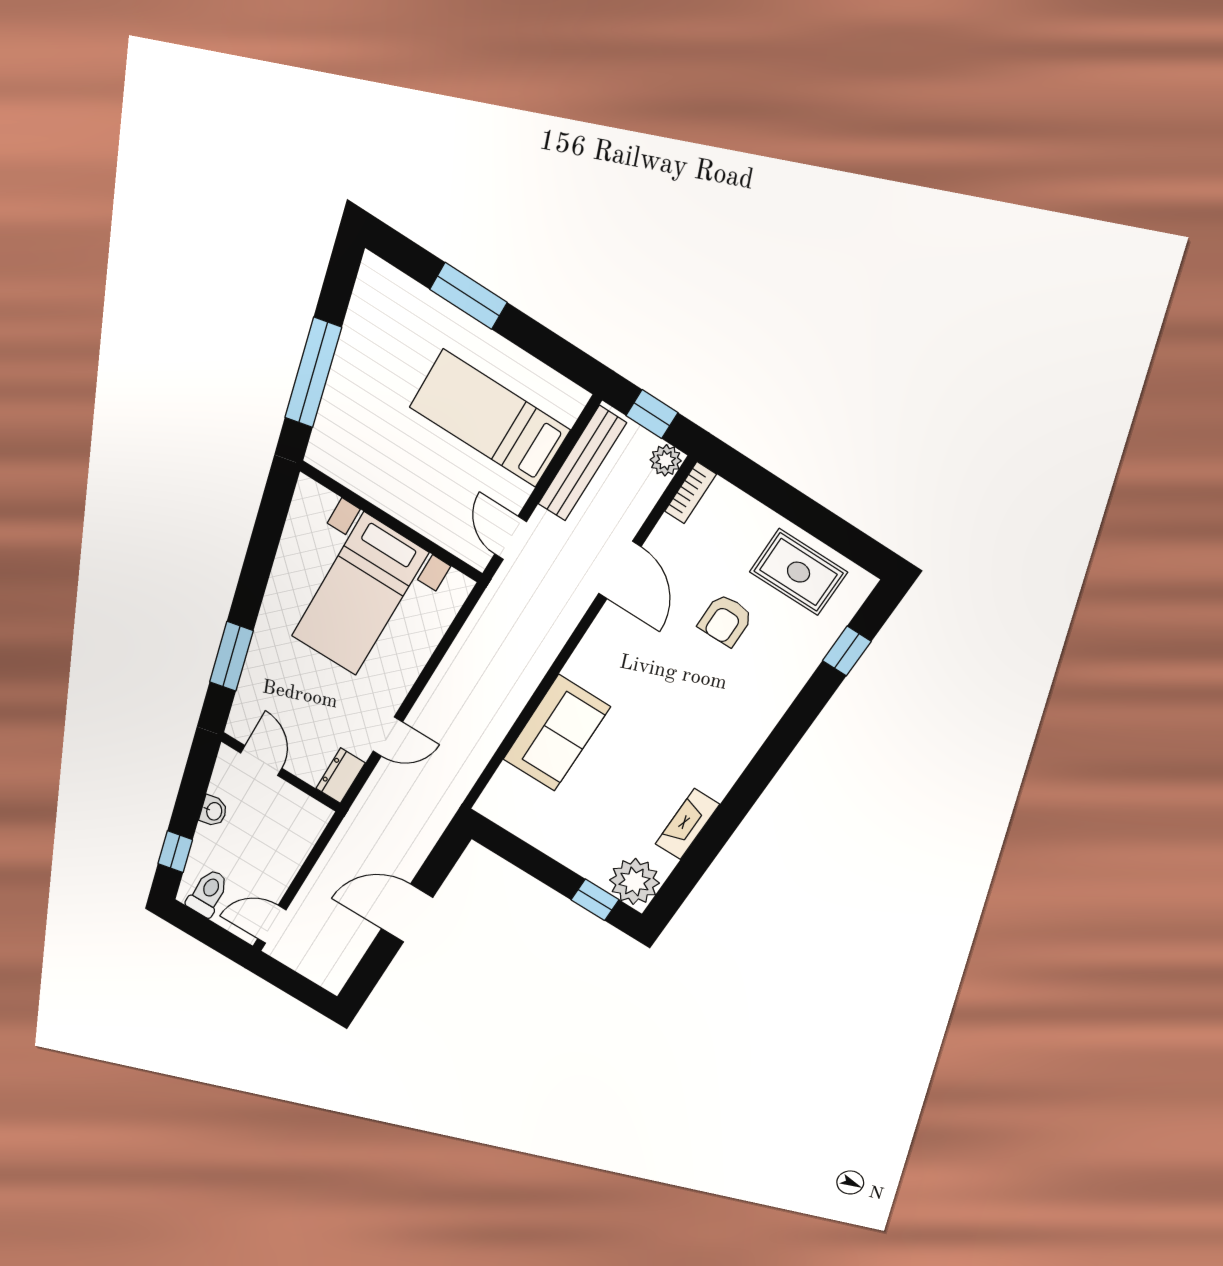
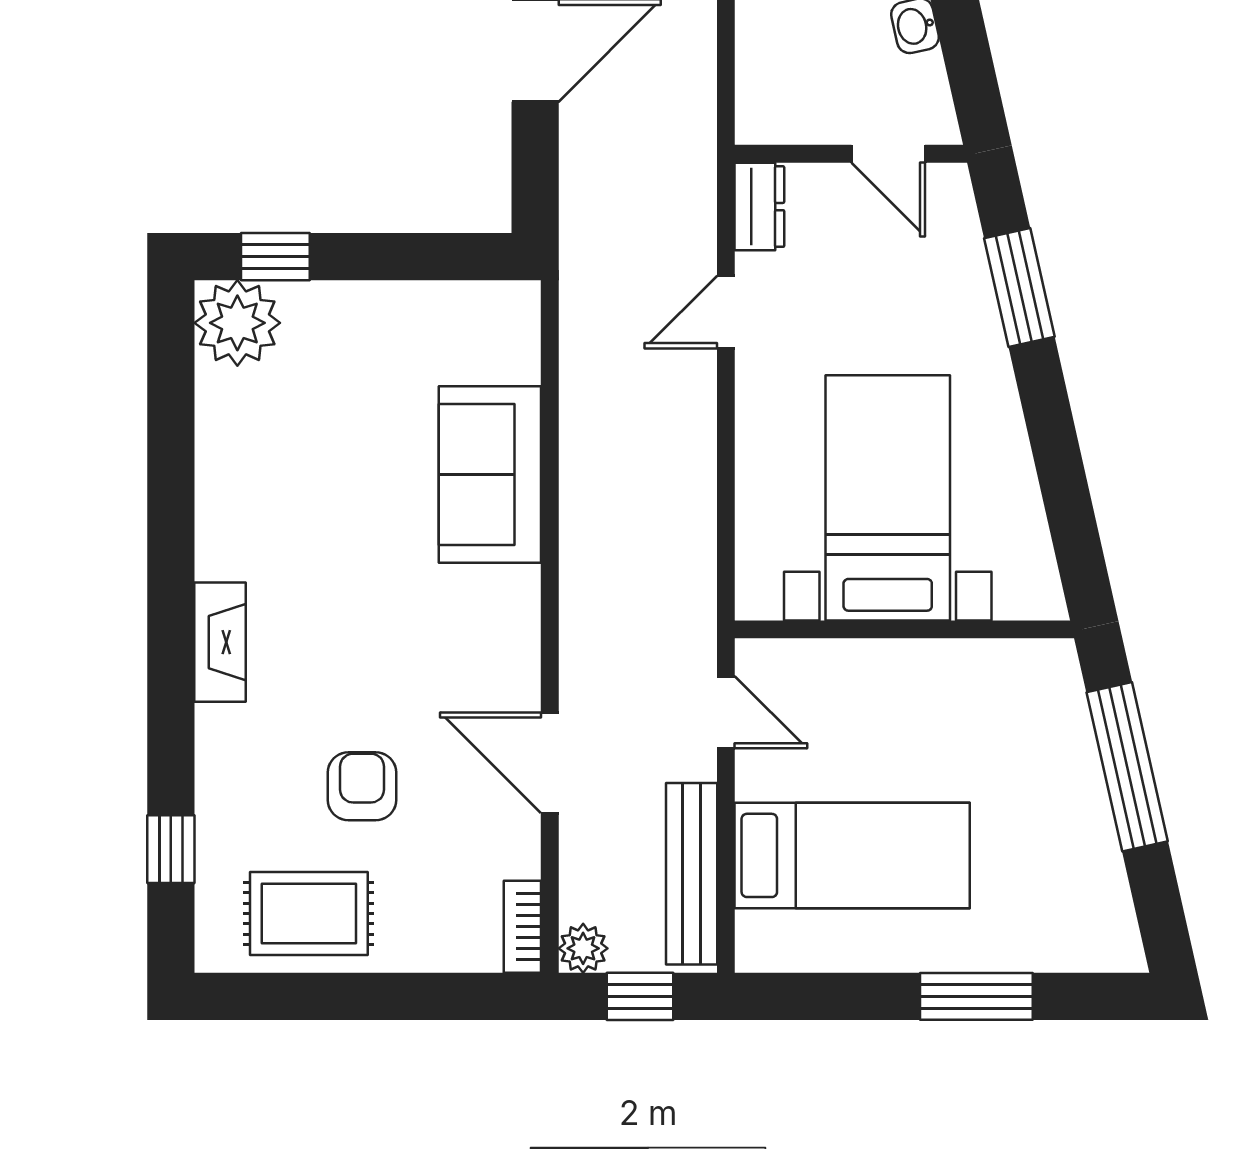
fireplace: (687, 824) -> (220, 642), moved

